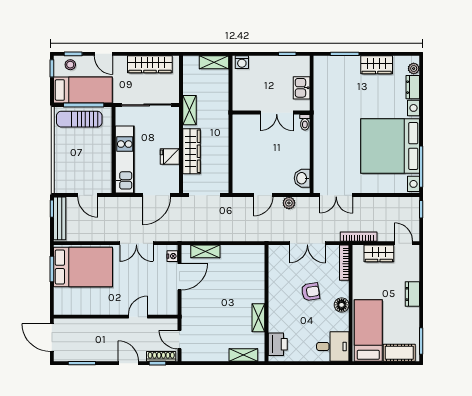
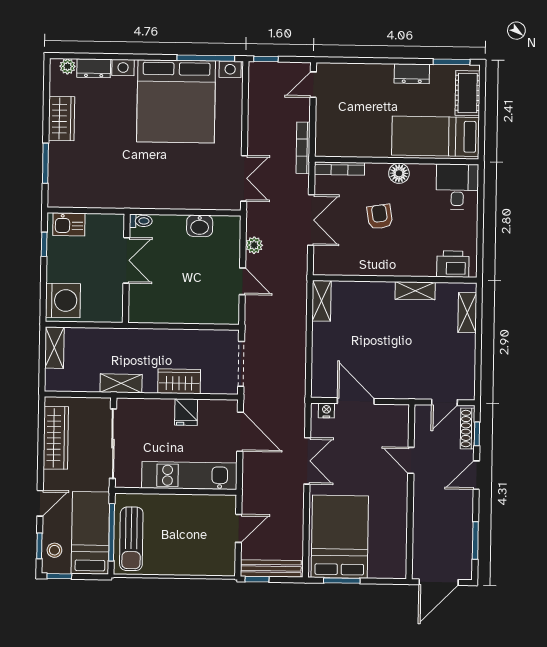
washing machine: (242, 62) -> (63, 300), width x1.89, depth x1.89
kitchen sink: (302, 88) -> (69, 224), moved
wardrobe: (192, 151) -> (179, 381), width x0.67
washbasin: (302, 178) -> (200, 226), moved
shelving: (205, 251) -> (322, 301), moved
wardrobe: (379, 253) -> (327, 120), removed
dresser: (412, 294) -> (412, 74), moved

